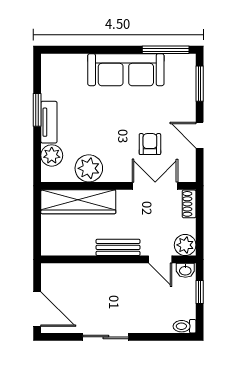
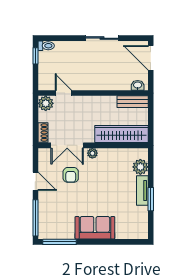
sofa: (126, 70) -> (95, 228), width x0.73
window: (200, 84) -> (35, 218), width x1.44
plant: (89, 168) -> (92, 153), moved, width x0.53, depth x0.53
bench: (118, 247) -> (133, 102), moved
washbasin: (185, 270) -> (138, 85), moved
window: (200, 292) -> (35, 56), moved

